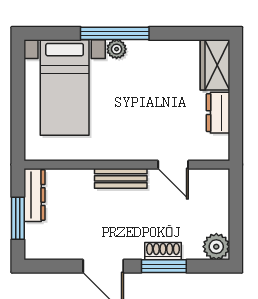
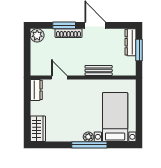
dresser: (218, 113) -> (36, 90), moved
bench: (121, 178) -> (99, 70), moved
dresser: (34, 195) -> (131, 42), moved
shoe rack: (163, 251) -> (69, 33), width x1.43

